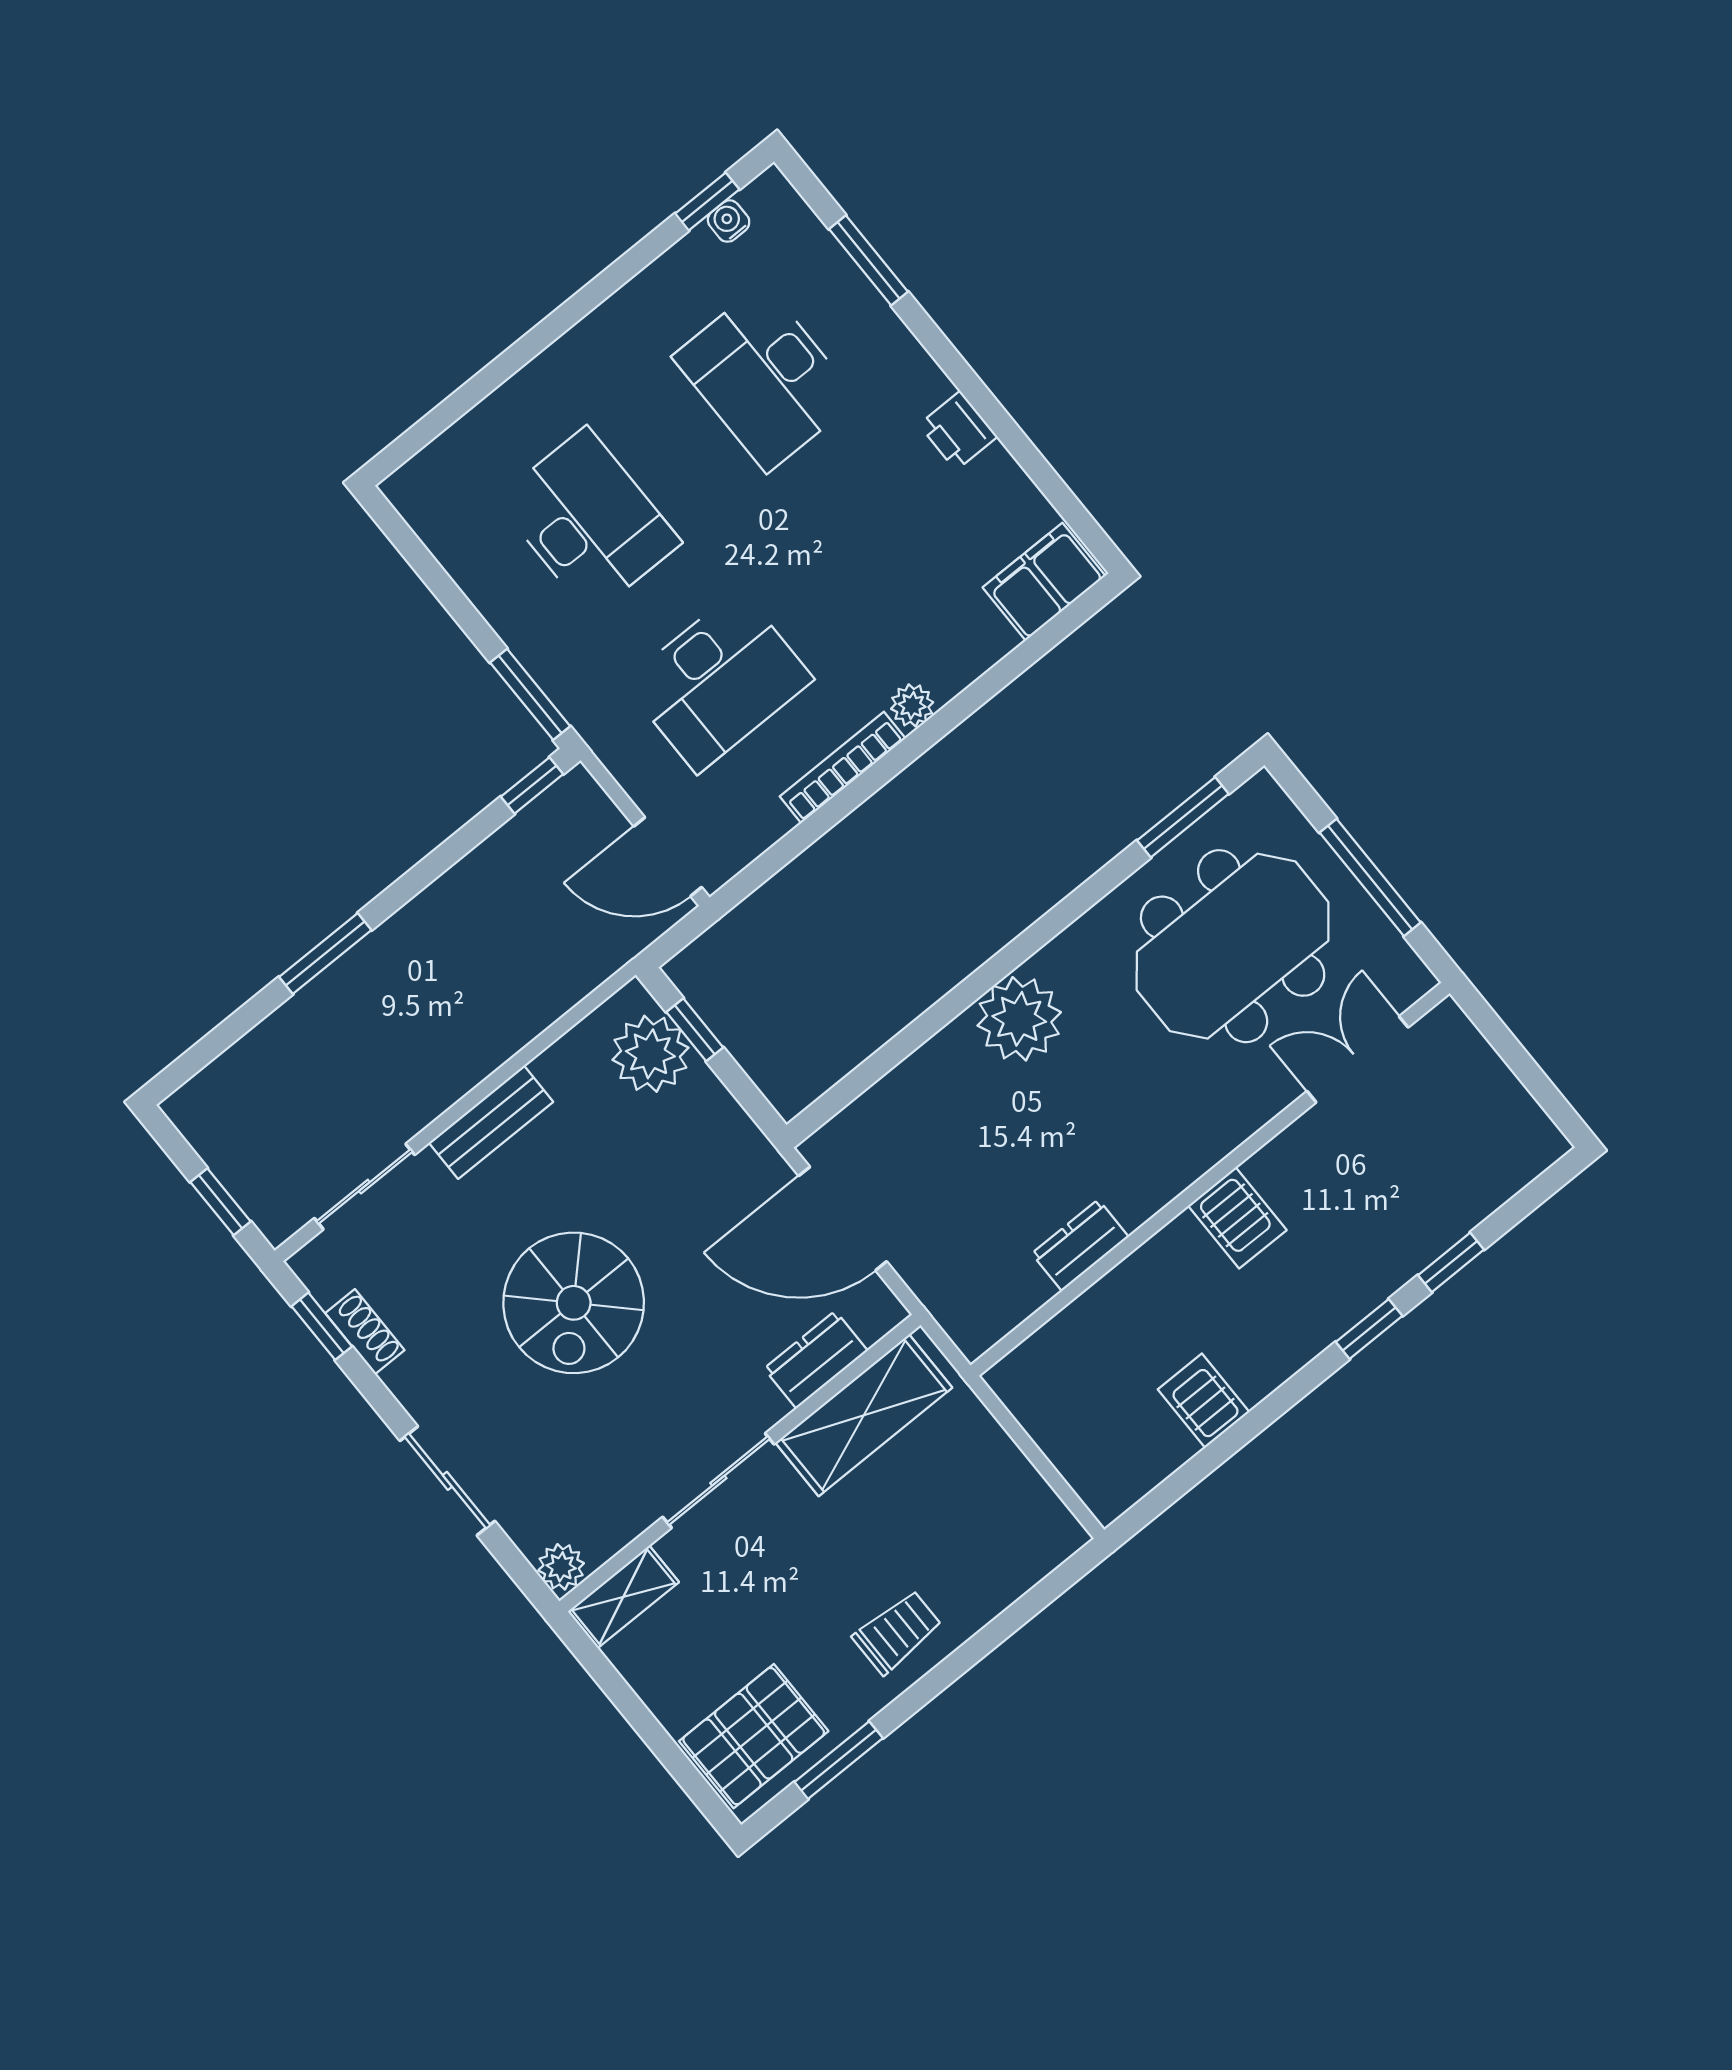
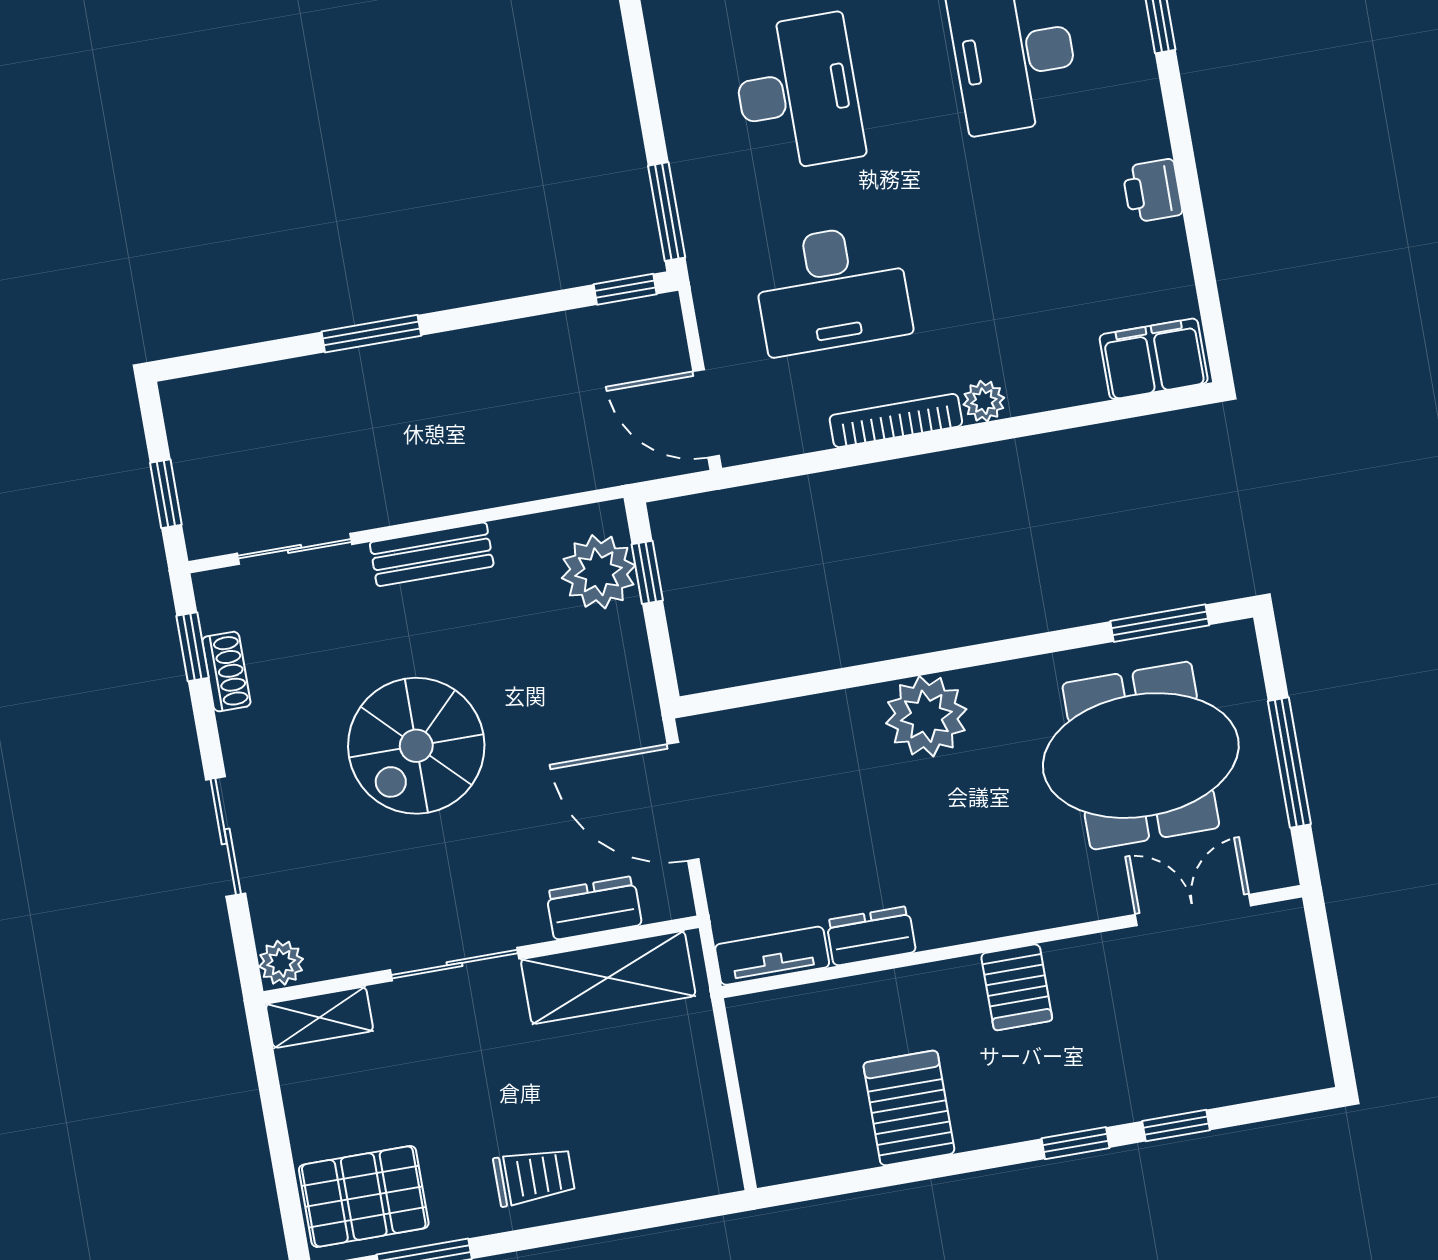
tv unit: (1001, 1313) -> (772, 956), added
server rack: (1204, 1401) -> (909, 1108), width x1.36, depth x1.44

